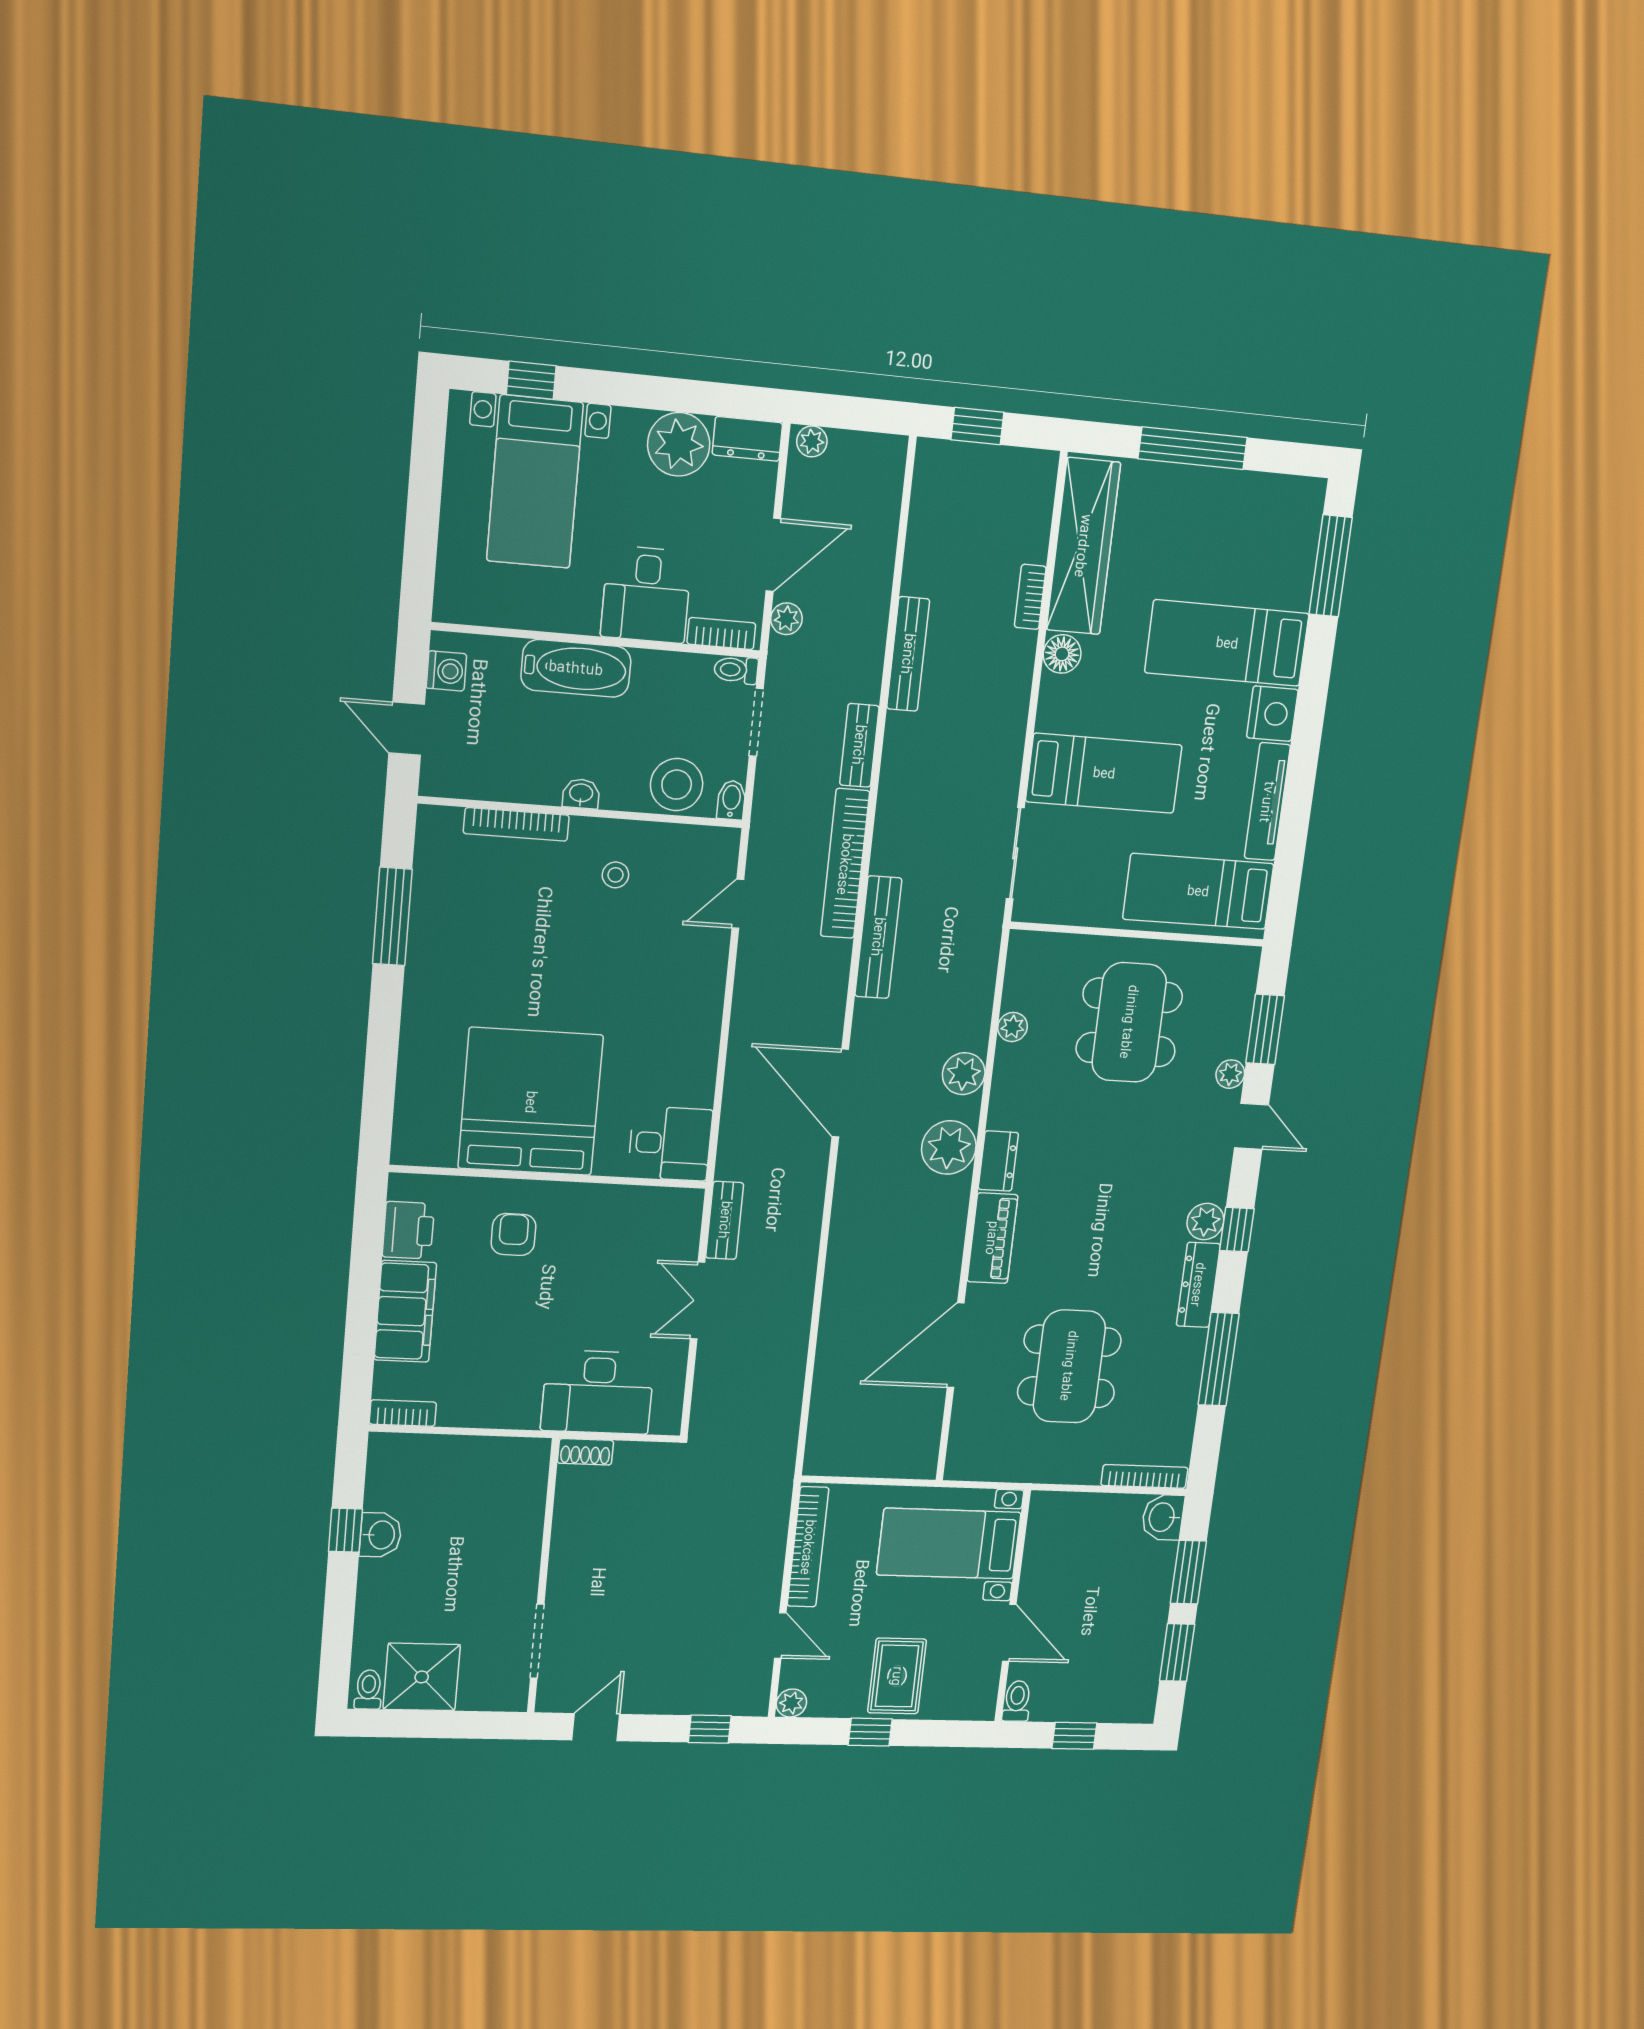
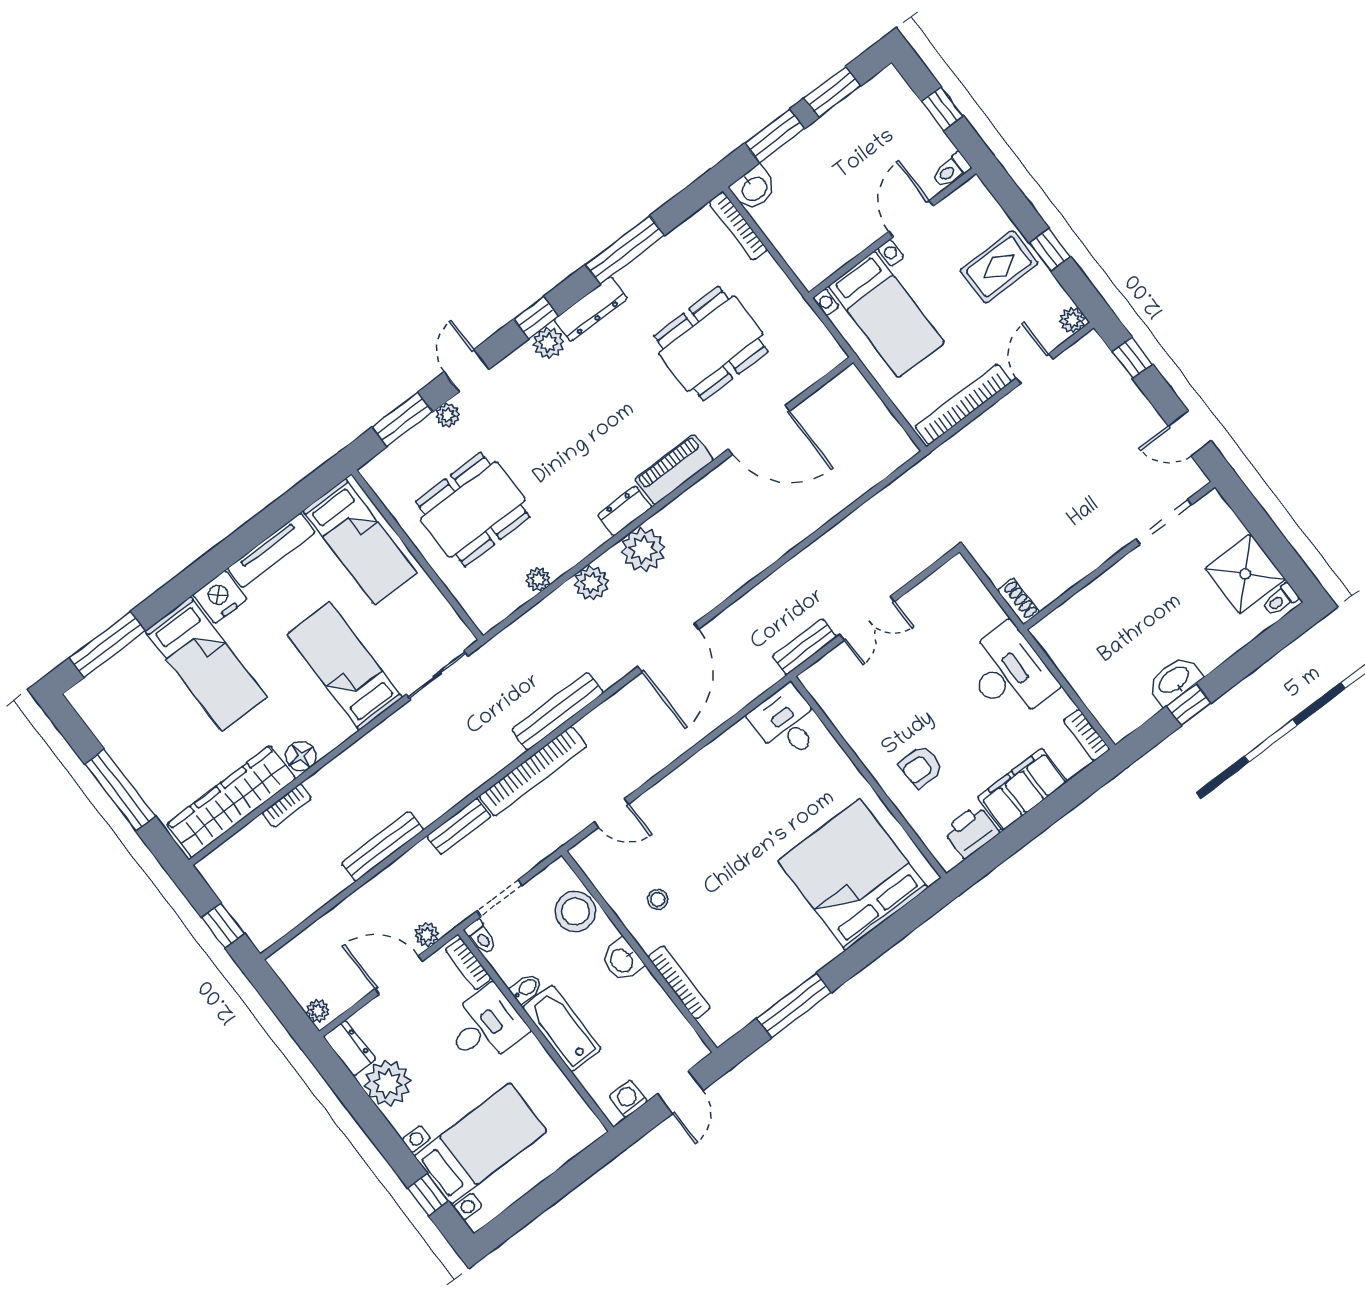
washbasin: (581, 794) -> (622, 960), width x1.38, depth x1.45
bidet: (731, 800) -> (526, 988), moved, turned 180
bed: (531, 1102) -> (853, 874), moved, turned 90
desk: (598, 1392) -> (1009, 673), moved
washbasin: (381, 1535) -> (1174, 681), width x1.38

